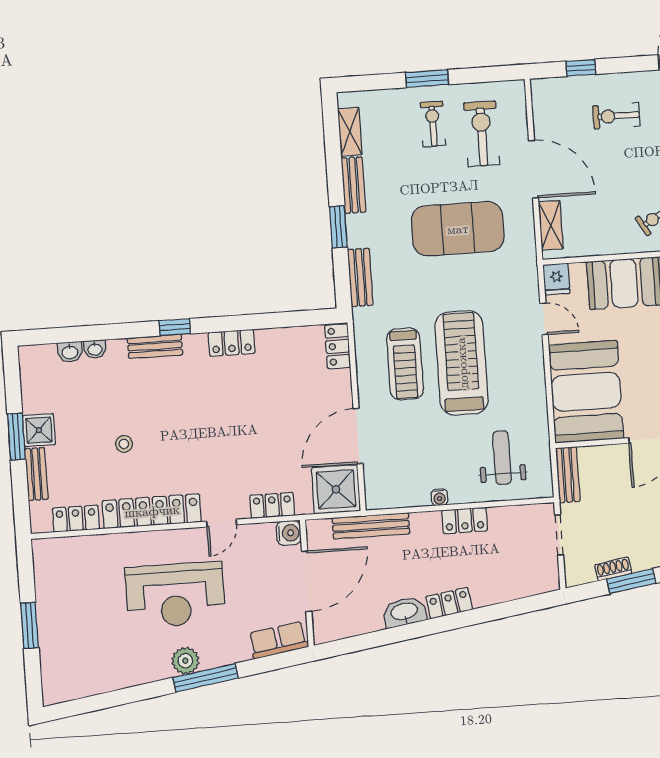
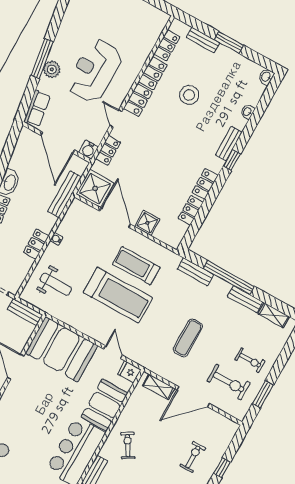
window: (581, 68) -> (222, 468), moved
window: (427, 79) -> (263, 394), moved
window: (338, 227) -> (229, 277), width x2.11
exercise mat: (458, 229) -> (188, 338), width x0.50, depth x0.69
door: (544, 319) -> (113, 352), swing flipped
locker: (338, 346) -> (191, 210), moved, turned -90
washbasin: (70, 352) -> (266, 77), moved
shower: (39, 430) -> (147, 223), moved
stool: (124, 444) -> (189, 95), width x1.89, depth x1.89
plant: (185, 661) -> (52, 69), moved

